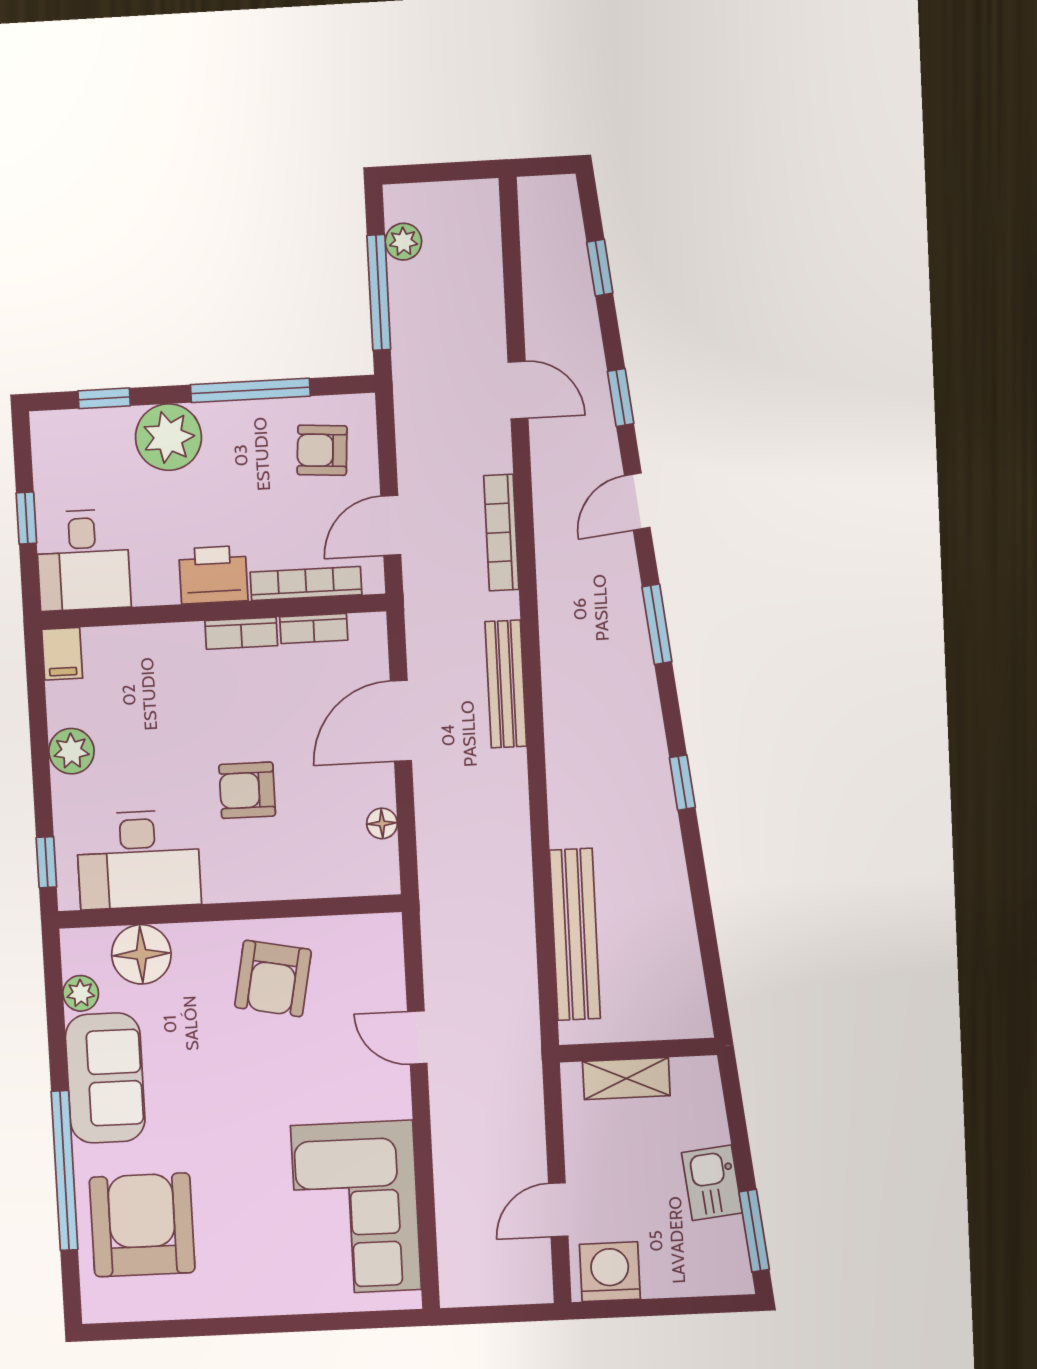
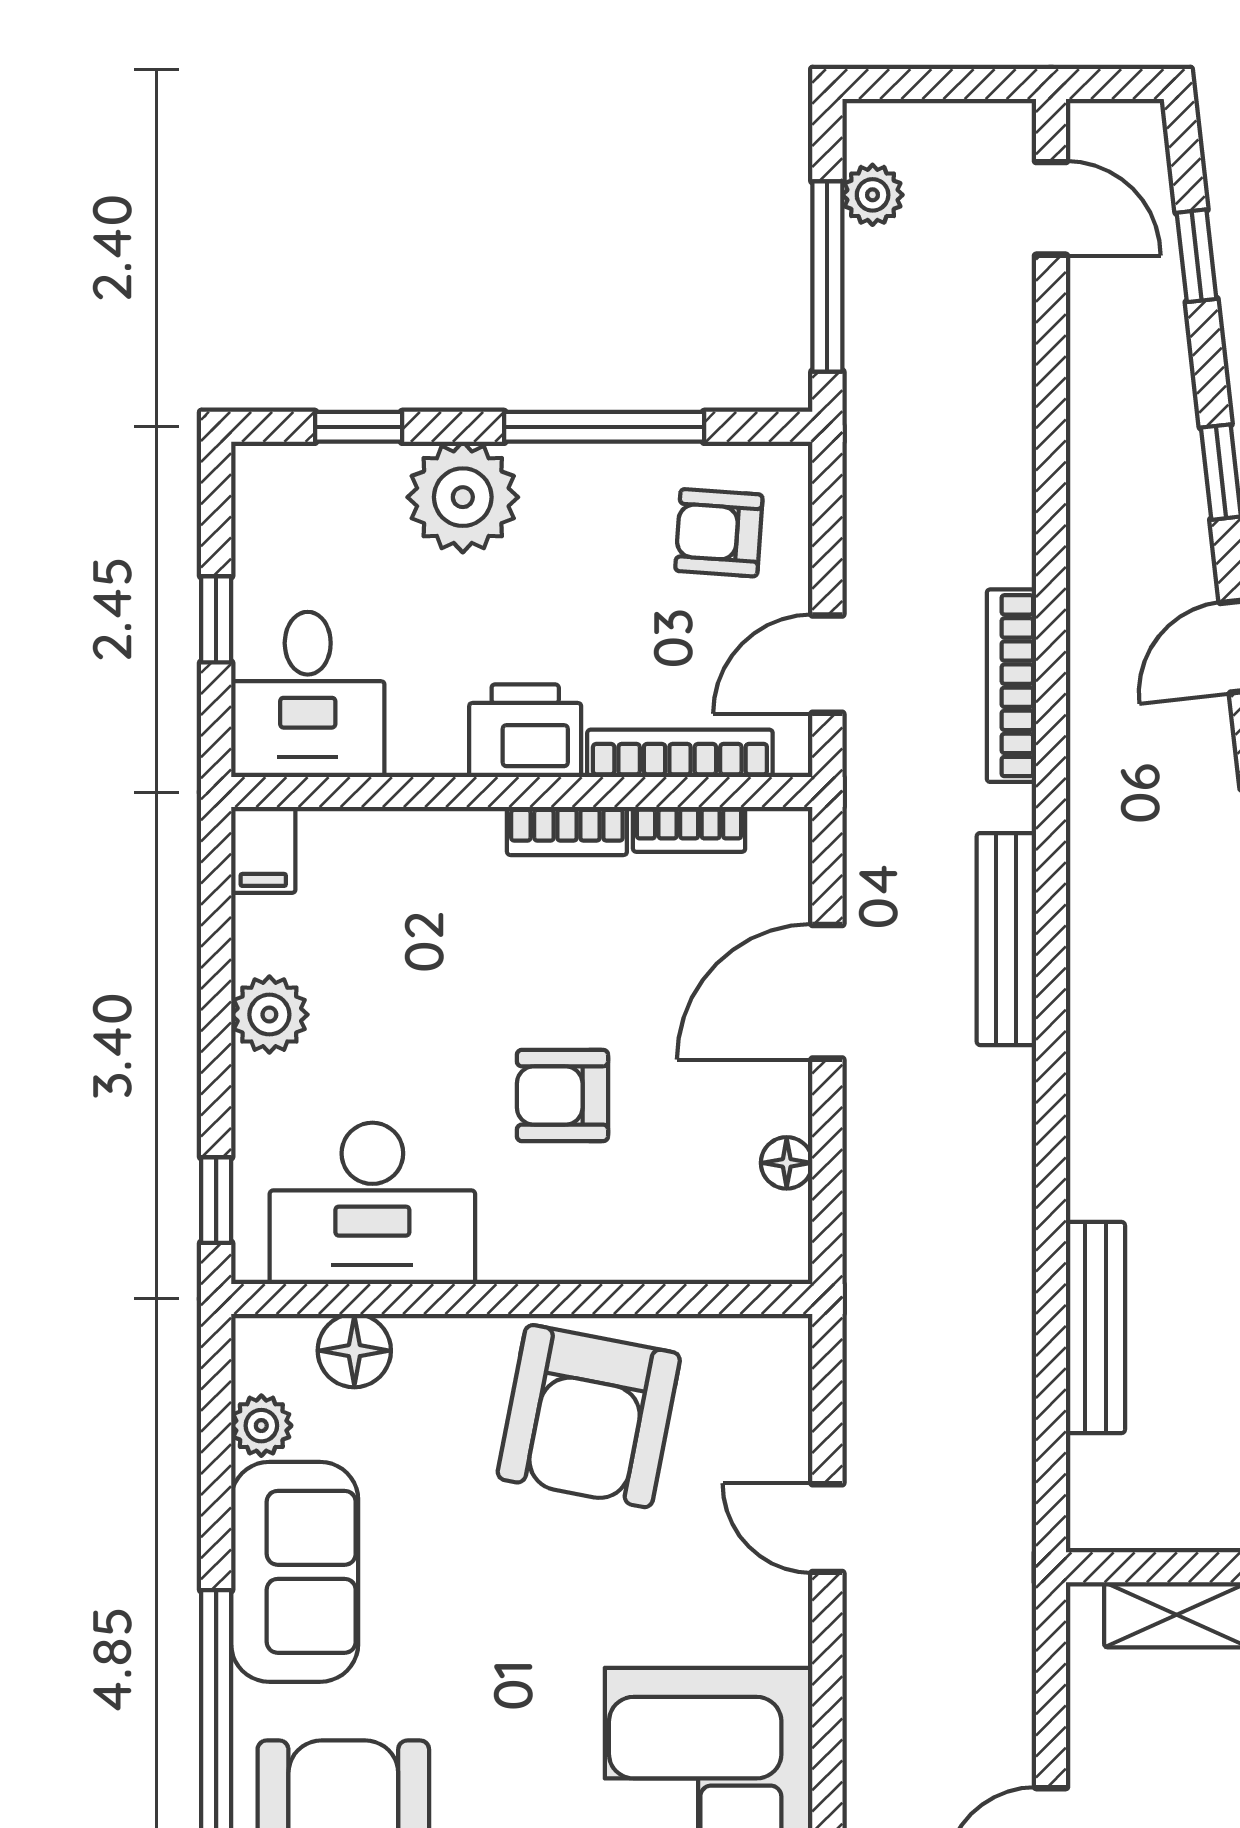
door: (518, 390) -> (1051, 208), moved
bench: (575, 934) -> (1095, 1327), width x0.73, depth x0.82
floor lamp: (141, 954) -> (354, 1351), width x0.73, depth x0.73
armchair: (273, 978) -> (589, 1416), width x1.36, depth x1.36

